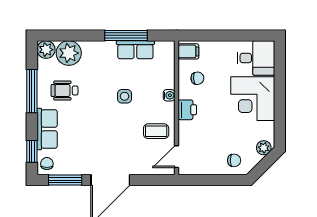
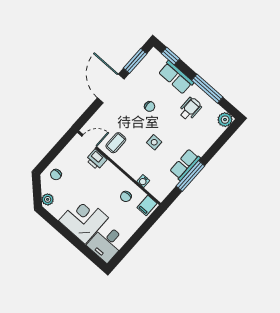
row of seats: (135, 50) -> (185, 165), moved
plant: (69, 53) -> (211, 132), removed
water cooler: (169, 95) -> (143, 181), moved
printer: (187, 110) -> (96, 159), moved
door: (176, 157) -> (89, 141), hinge flipped
chair: (47, 164) -> (150, 106), moved

